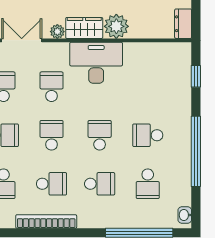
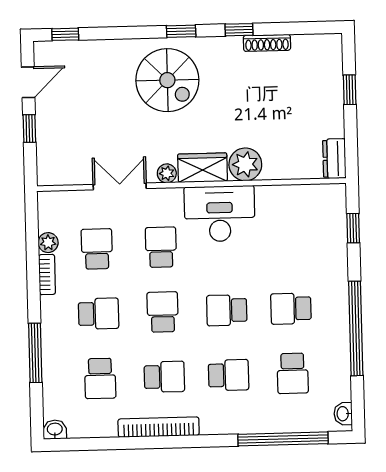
school desk: (100, 135) -> (227, 310), turned -90

